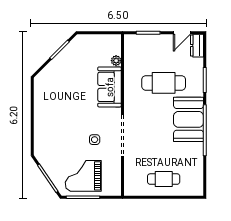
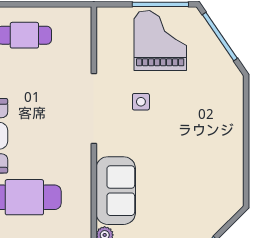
grand piano: (83, 176) -> (160, 41), turned -90

